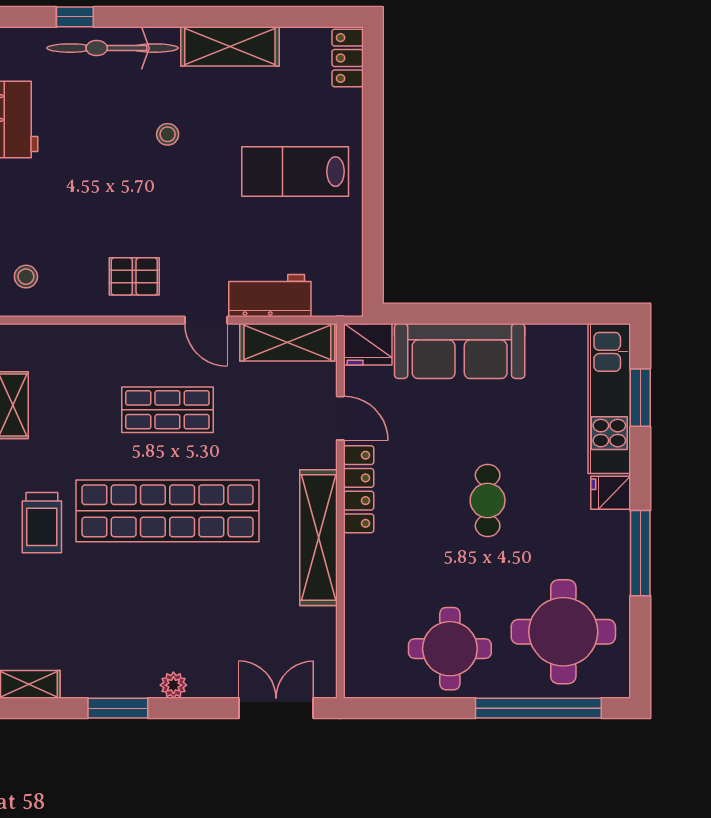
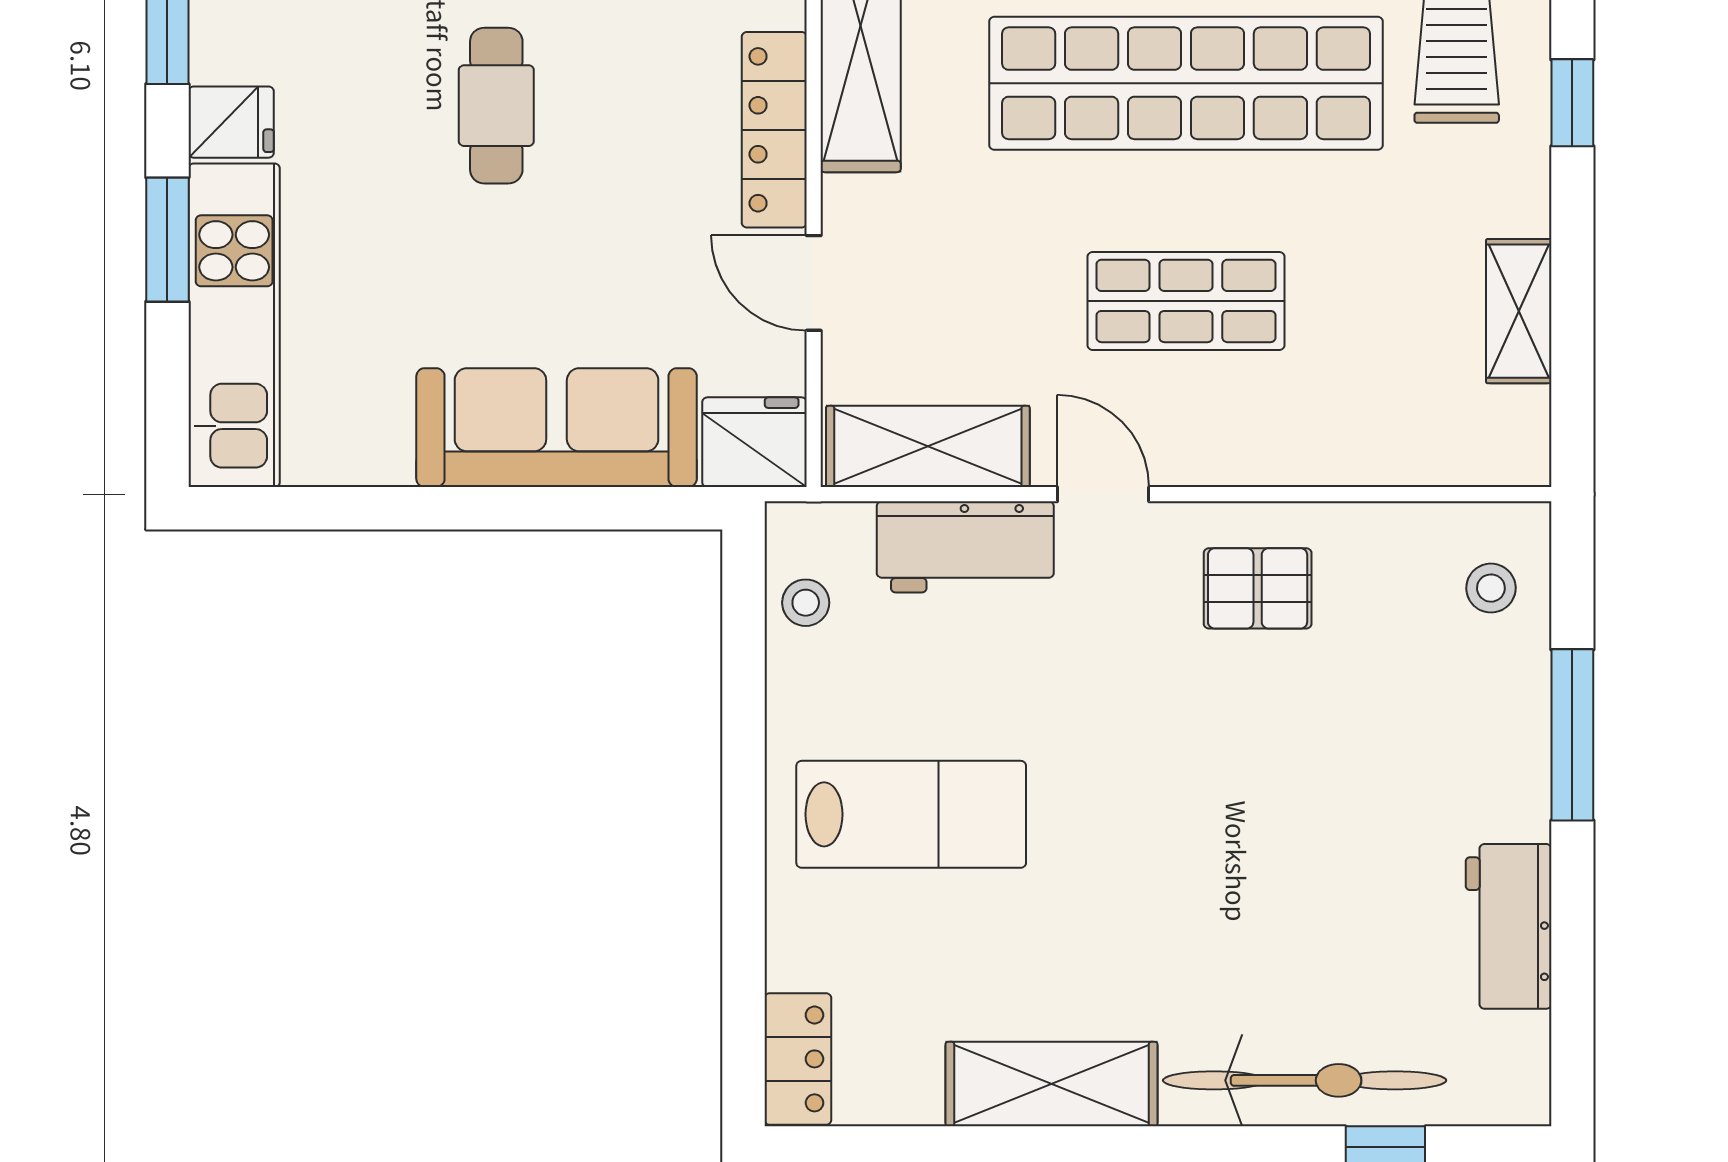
stool: (168, 134) -> (806, 603), moved
window: (640, 398) -> (167, 240), moved

